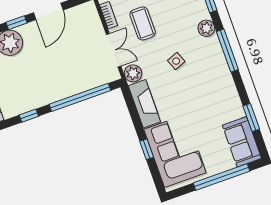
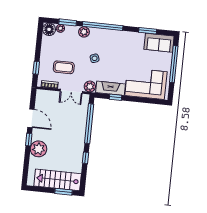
double door: (114, 50) -> (71, 91), swing flipped
window: (227, 51) -> (103, 26), width x1.46
window: (147, 149) -> (116, 97), moved

